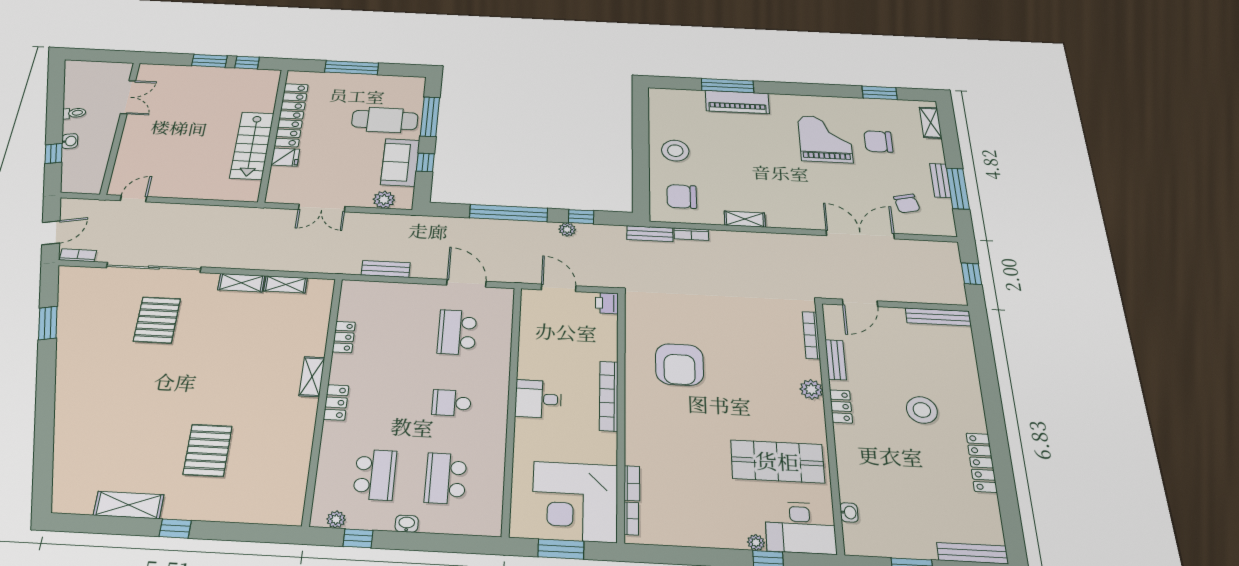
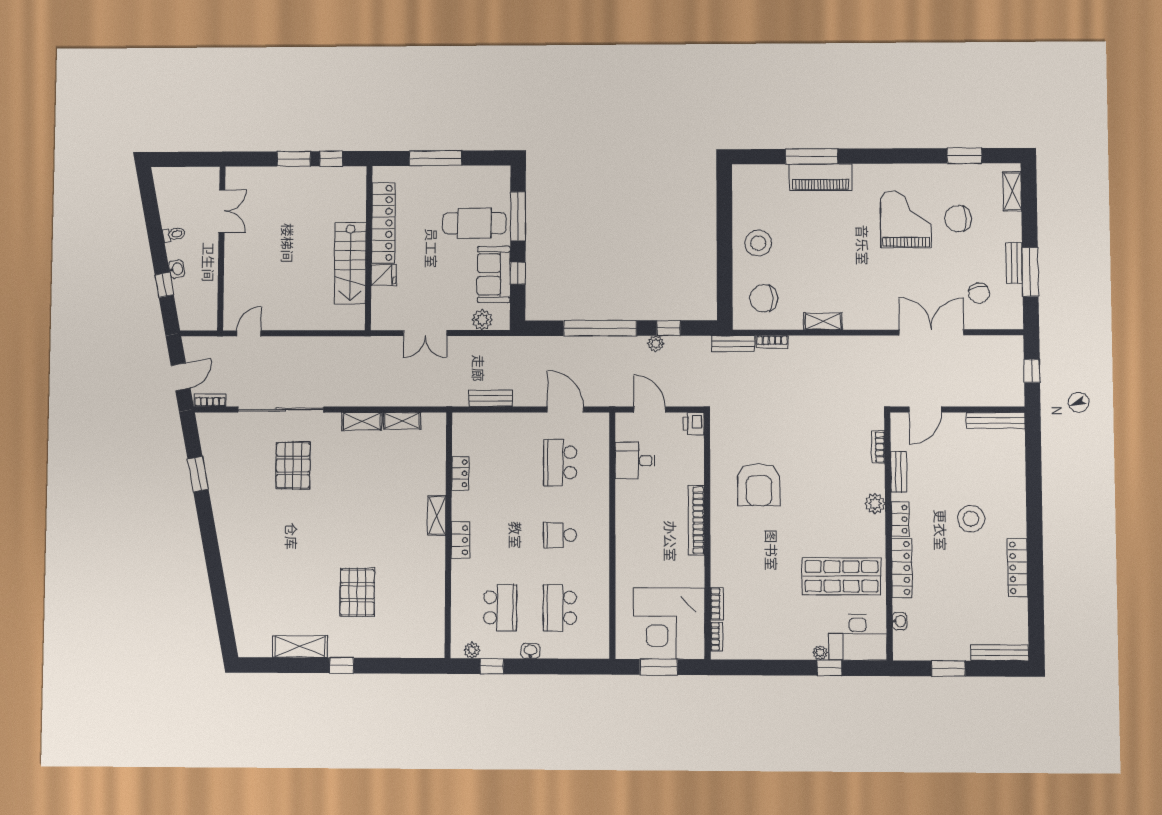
bookcase: (811, 335) -> (878, 447), width x0.64
desk: (538, 399) -> (635, 461), moved
locker: (847, 456) -> (902, 568), added

